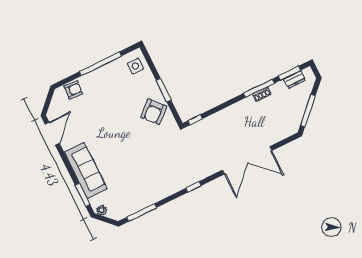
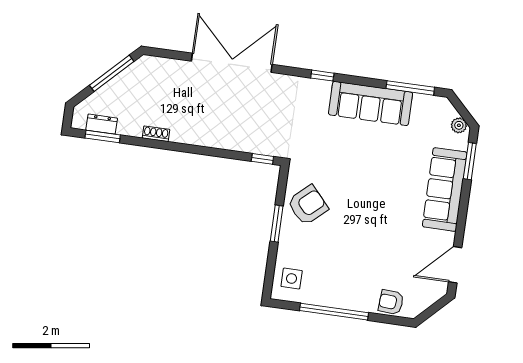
window: (259, 88) -> (154, 144), removed
sofa: (157, 189) -> (370, 103), added

